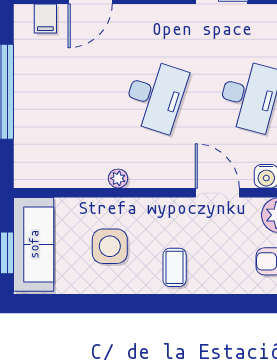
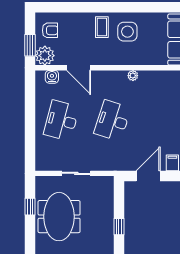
side table: (110, 246) -> (127, 32), moved

